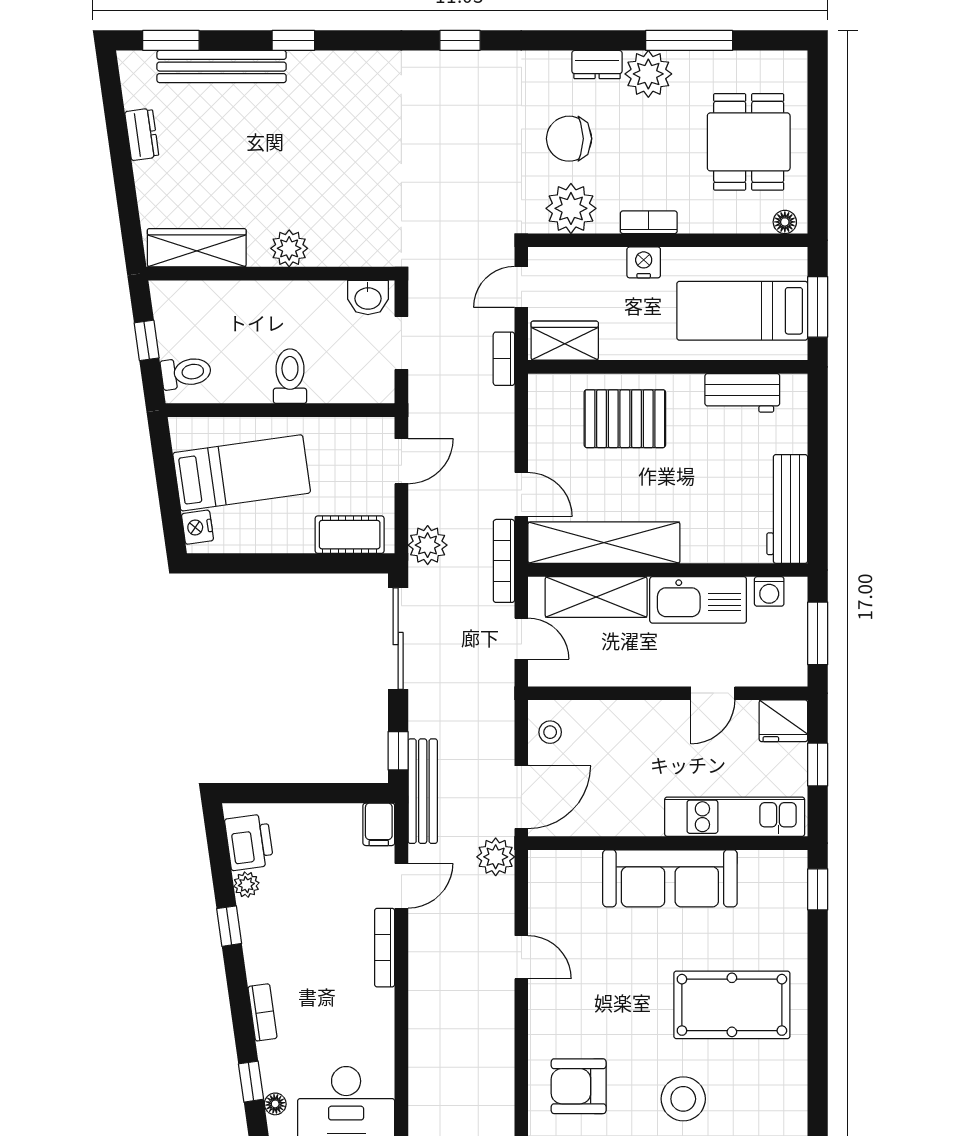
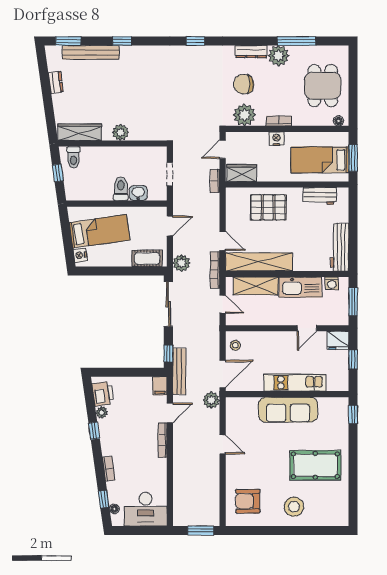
dresser: (597, 65) -> (251, 52), width x1.44
washbasin: (368, 297) -> (138, 193), moved, turned 180
toilet: (186, 373) -> (73, 157), moved, turned 98
kitchen unit: (735, 817) -> (295, 383), moved

